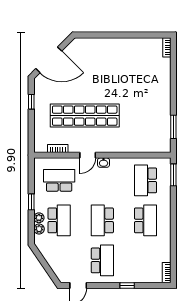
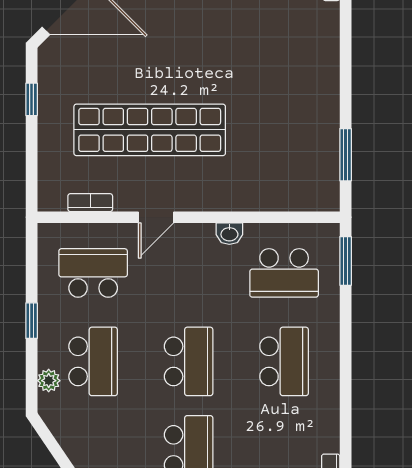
washbasin: (104, 163) -> (229, 234), moved
school desk: (146, 180) -> (284, 273), turned -90
plant: (39, 218) -> (48, 356), removed
school desk: (102, 220) -> (189, 361), turned 180

